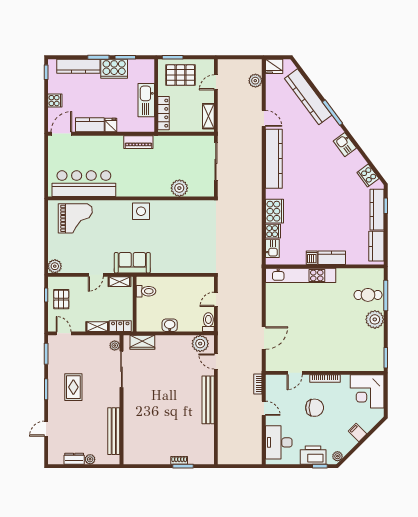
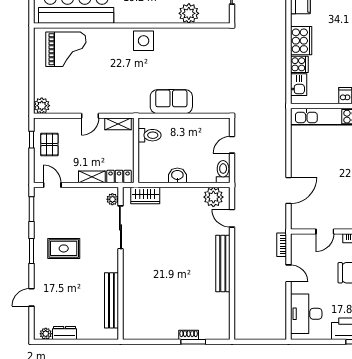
sofa: (132, 263) -> (171, 102), moved
rug: (73, 387) -> (64, 248), turned 90
plant: (90, 459) -> (46, 334), moved

